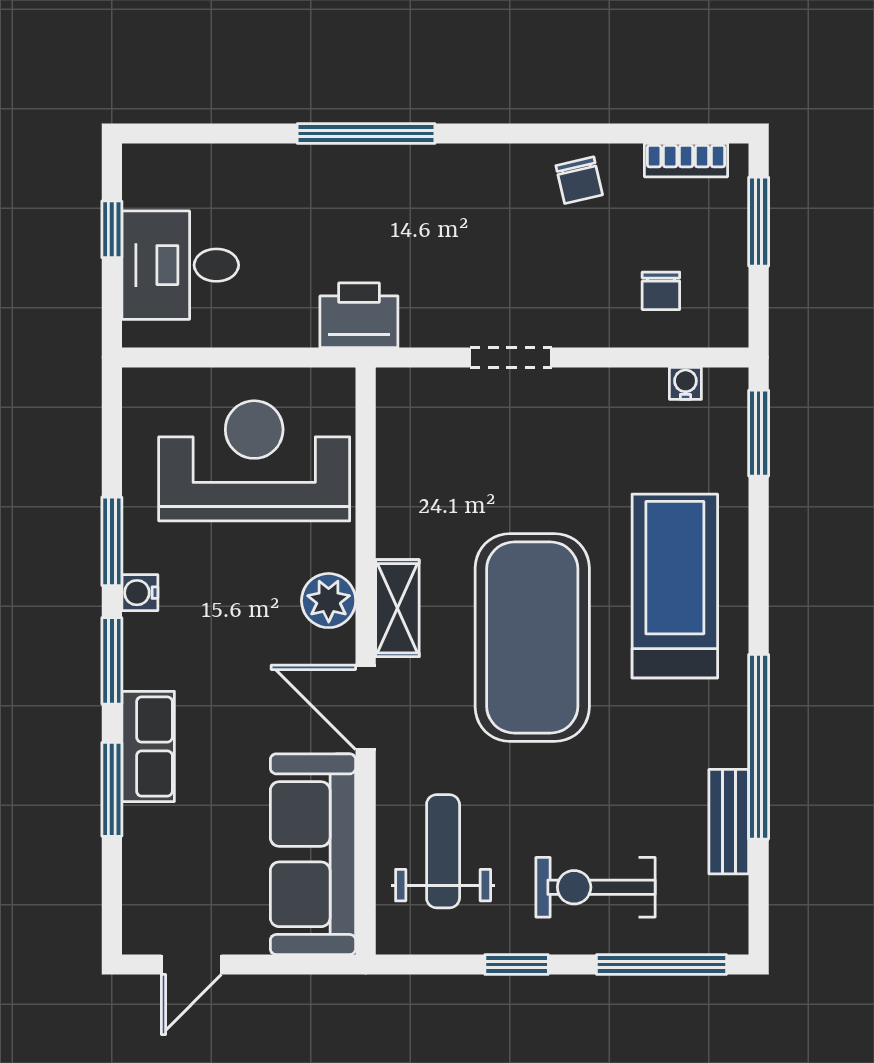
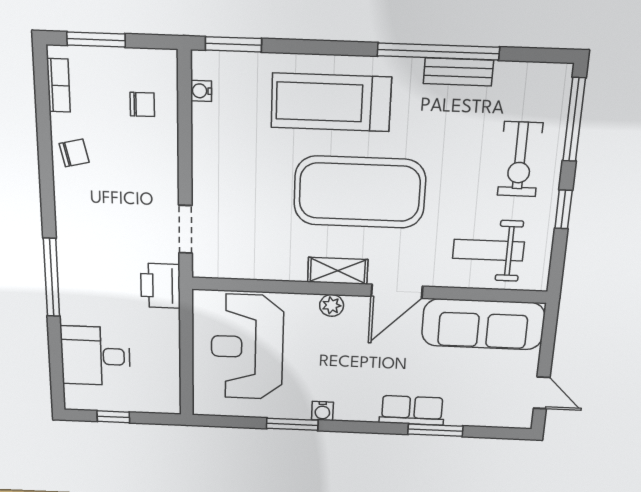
desk: (180, 265) -> (95, 356), moved, turned 90
doorway: (511, 357) -> (185, 229), moved
plant: (329, 601) -> (332, 305), width x0.73, depth x0.73
window: (112, 661) -> (361, 427), removed
bench: (729, 822) -> (458, 72), moved

